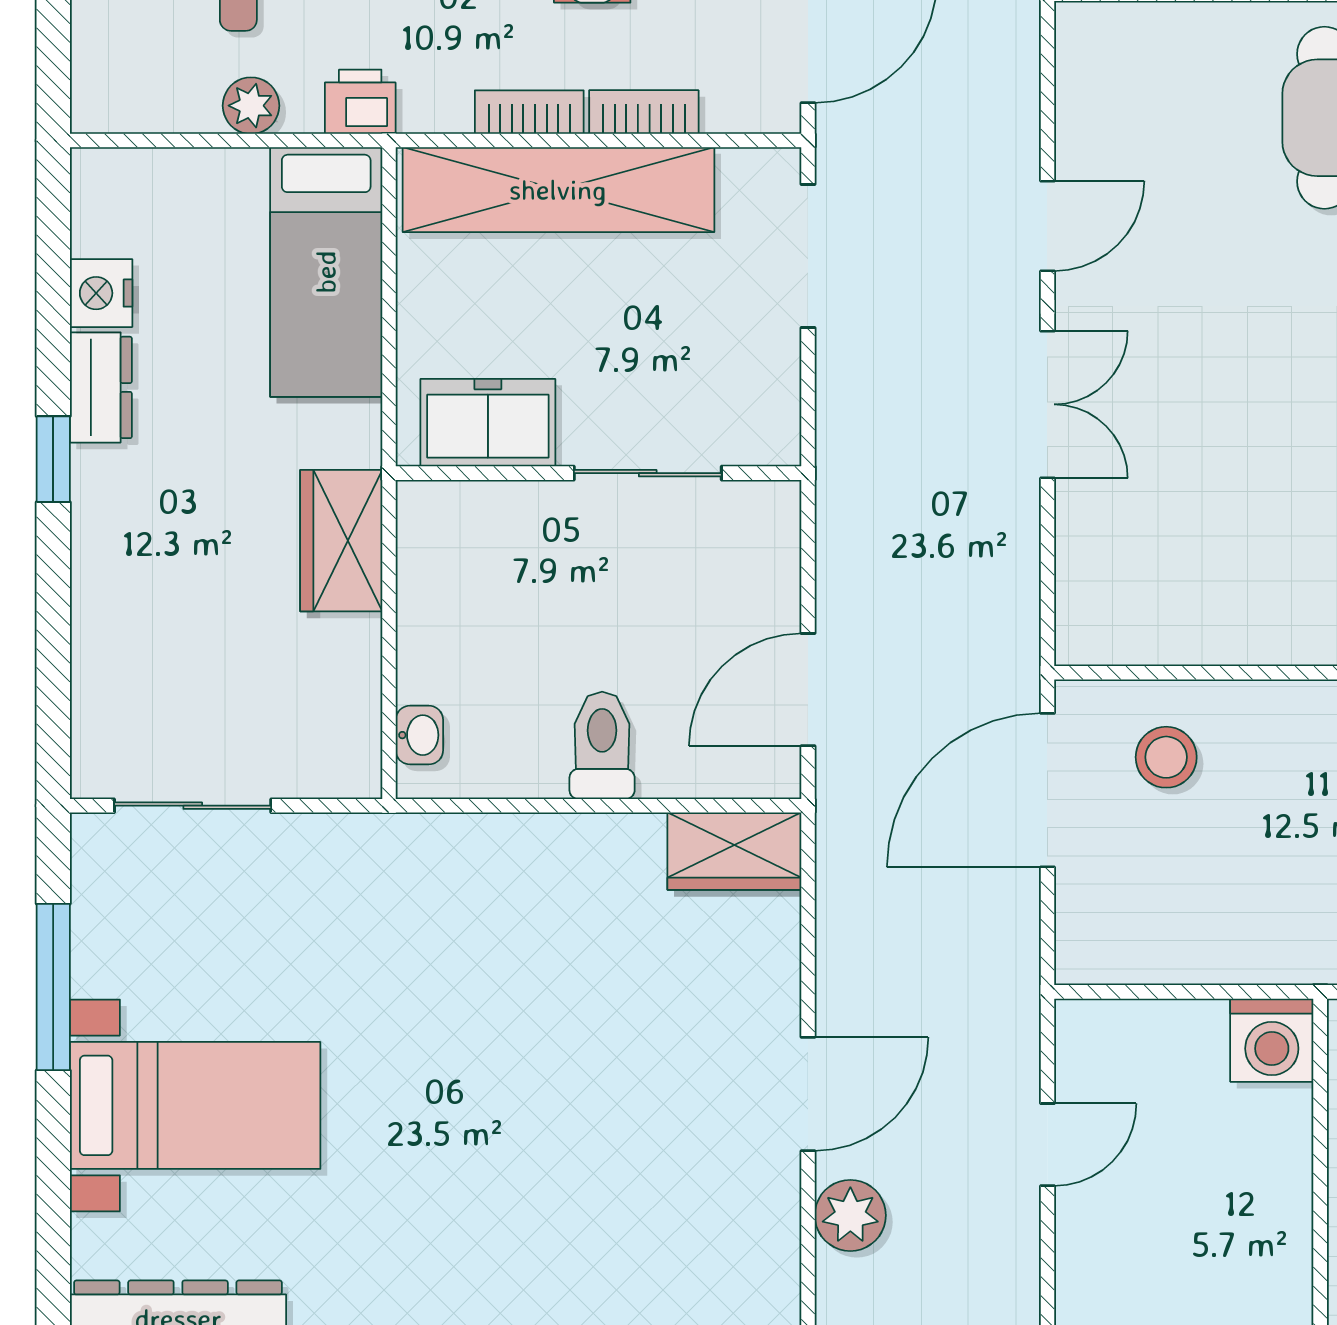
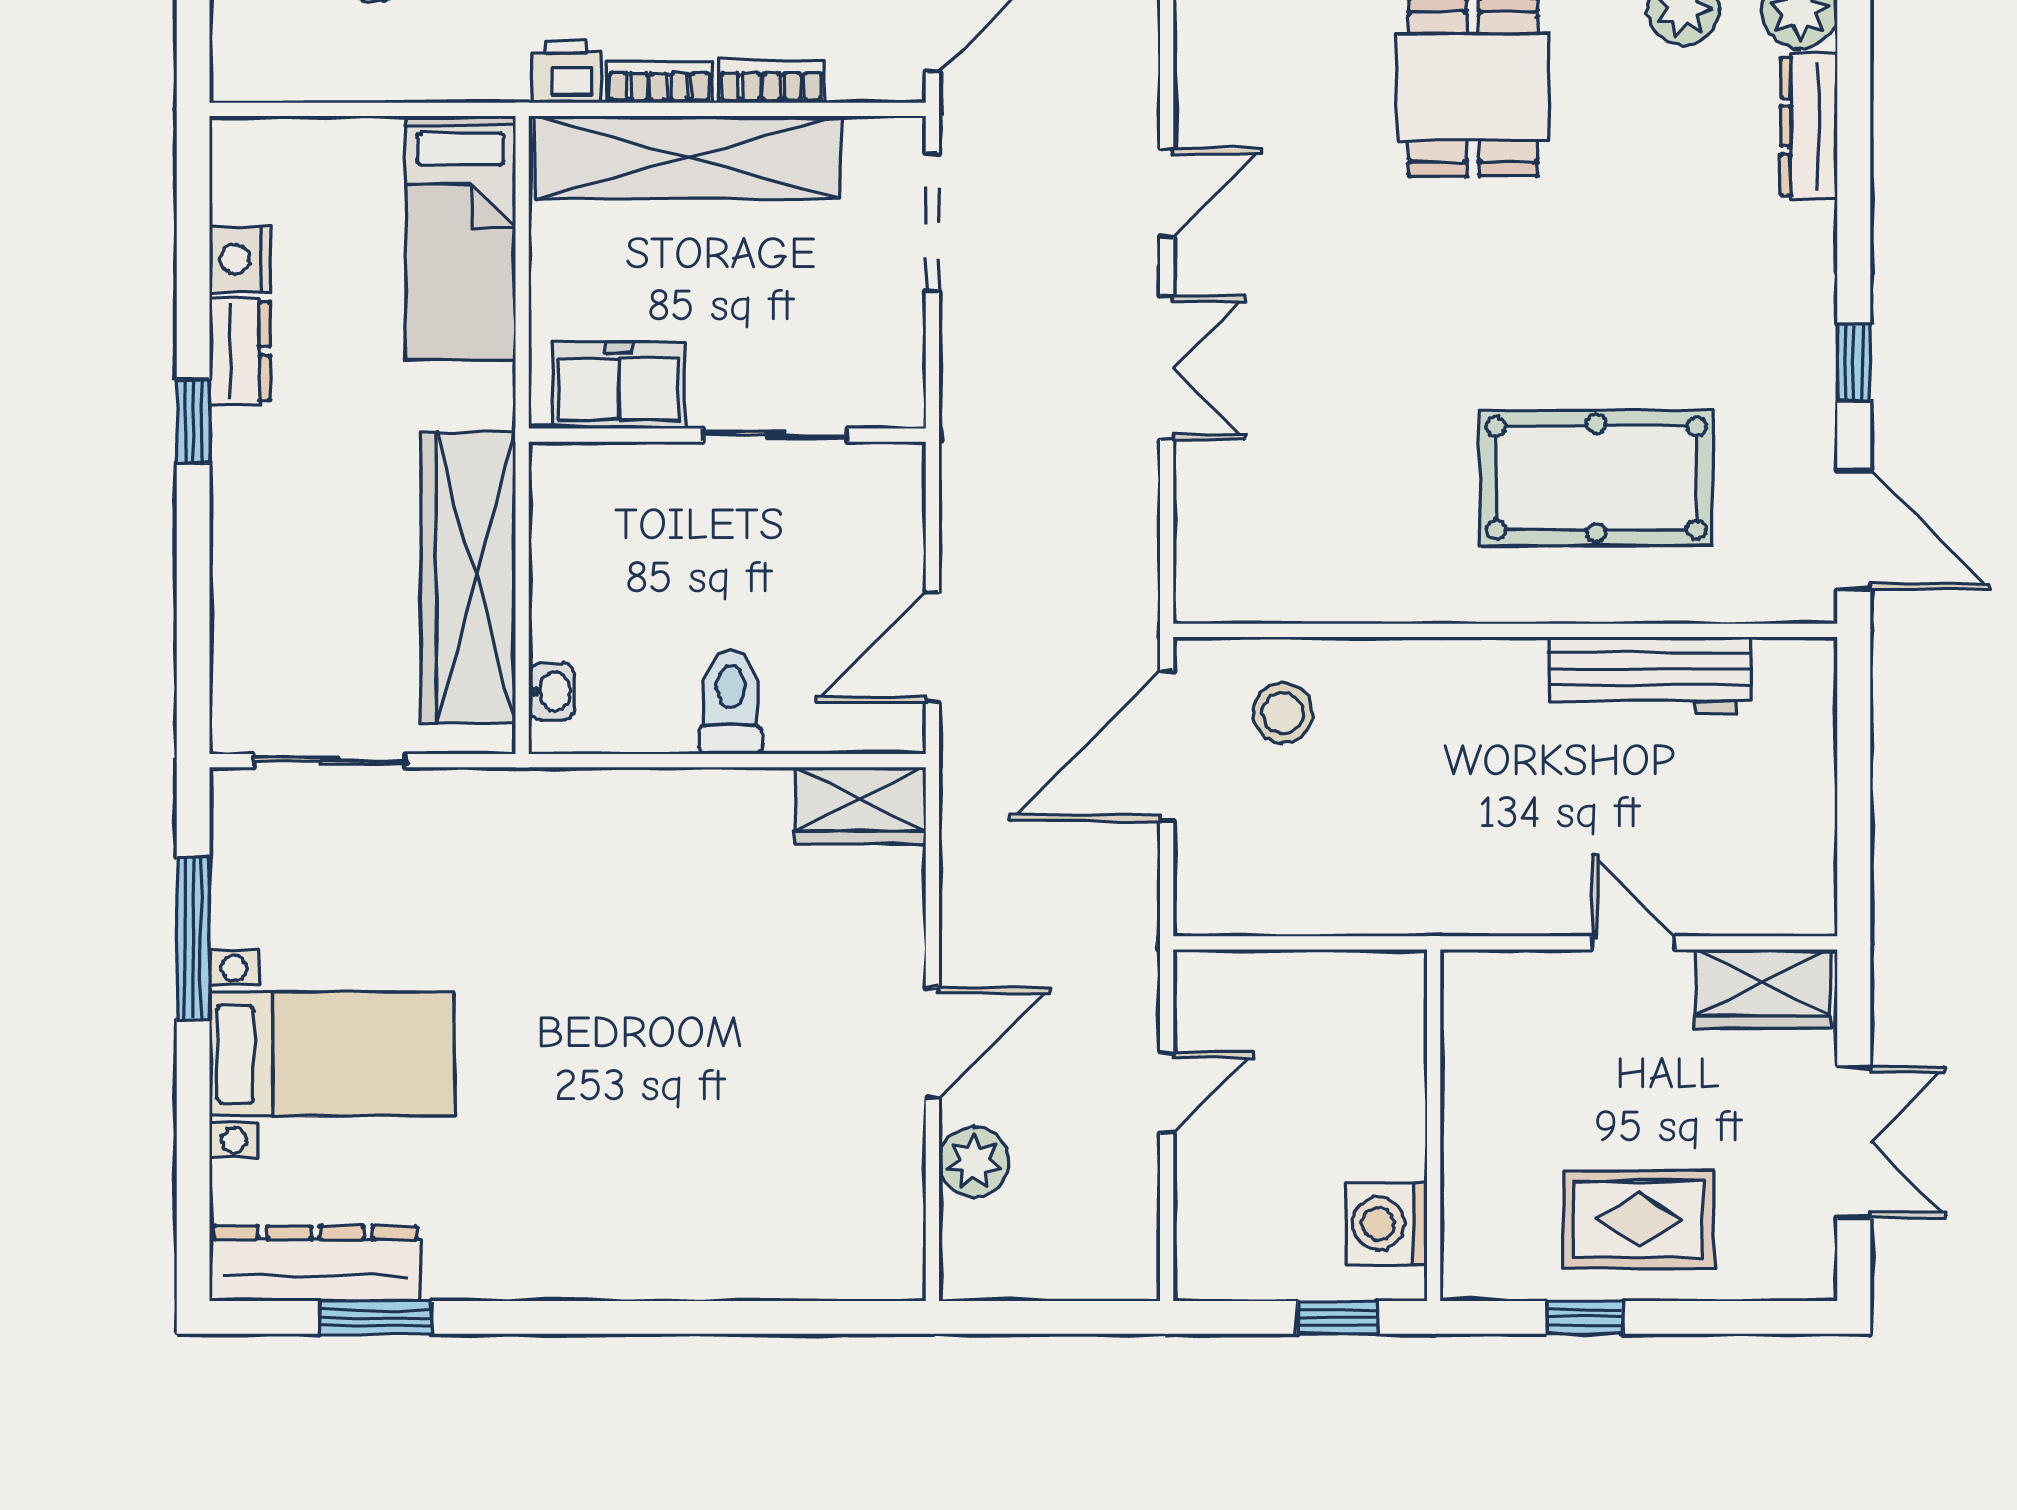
printer: (360, 102) -> (566, 71), moved
plant: (251, 106) -> (387, 75), removed
wardrobe: (341, 541) -> (468, 577), width x2.10, depth x1.17
washing machine: (1272, 1040) -> (1386, 1224), moved, turned 90

